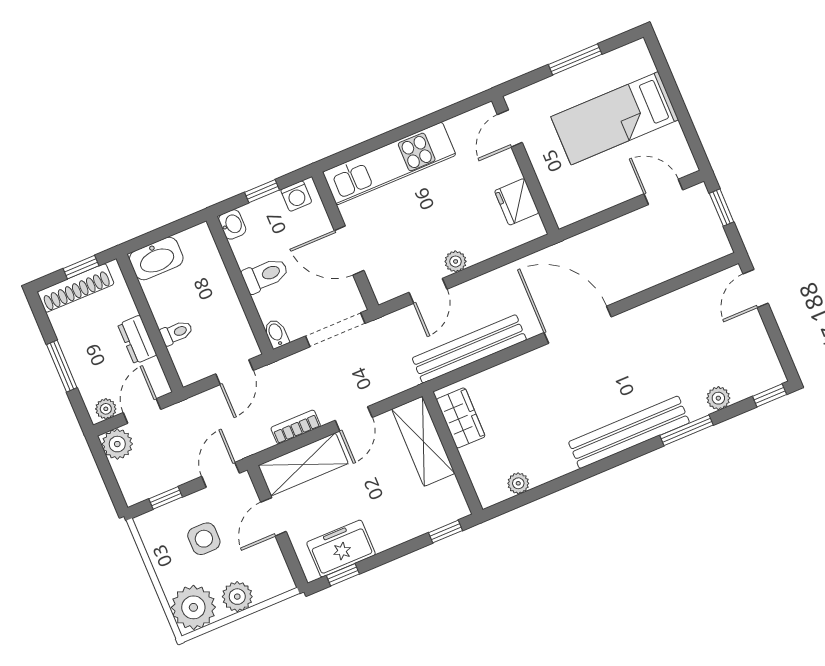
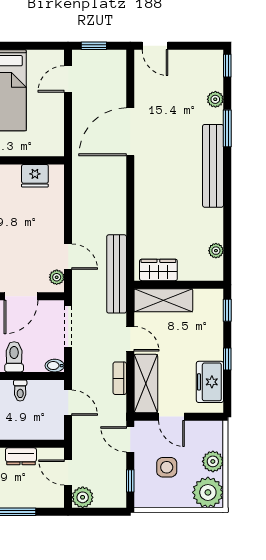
plant: (456, 261) -> (57, 277), moved
door: (578, 325) -> (130, 132), moved
toilet: (176, 333) -> (20, 390), moved, turned 180
bench: (469, 349) -> (117, 274), moved
plant: (106, 409) -> (57, 495), removed
window: (343, 575) -> (227, 359), moved

